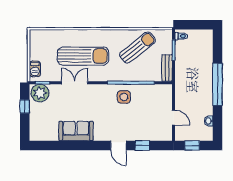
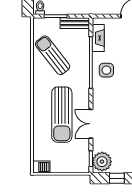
sun lounger: (83, 56) -> (62, 115), turned 180
barbecue: (35, 69) -> (41, 167), moved
fireplace: (153, 89) -> (98, 38), added

